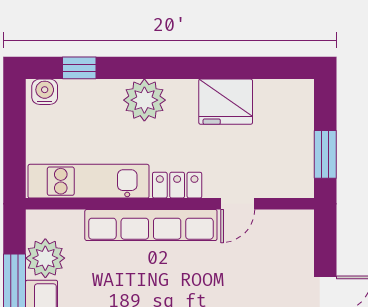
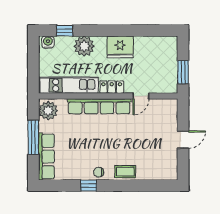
plant: (144, 100) -> (84, 46), moved
fridge: (226, 102) -> (120, 47), moved
plant: (45, 258) -> (48, 111), moved

